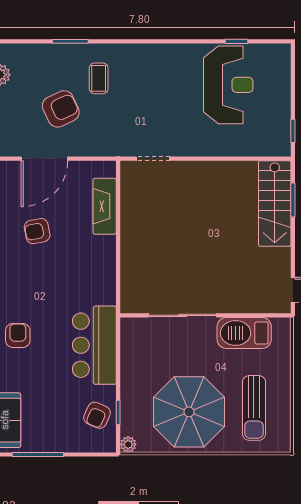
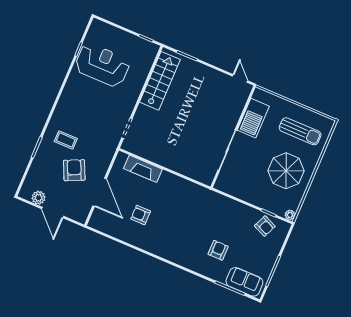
stairs: (275, 203) -> (160, 81), moved, turned -90
armchair: (37, 231) -> (141, 215), turned 101
armchair: (18, 335) -> (218, 250), moved, turned 90
bar counter: (94, 345) -> (223, 210), removed
parasol: (189, 412) -> (286, 171), width x0.73, depth x0.73

